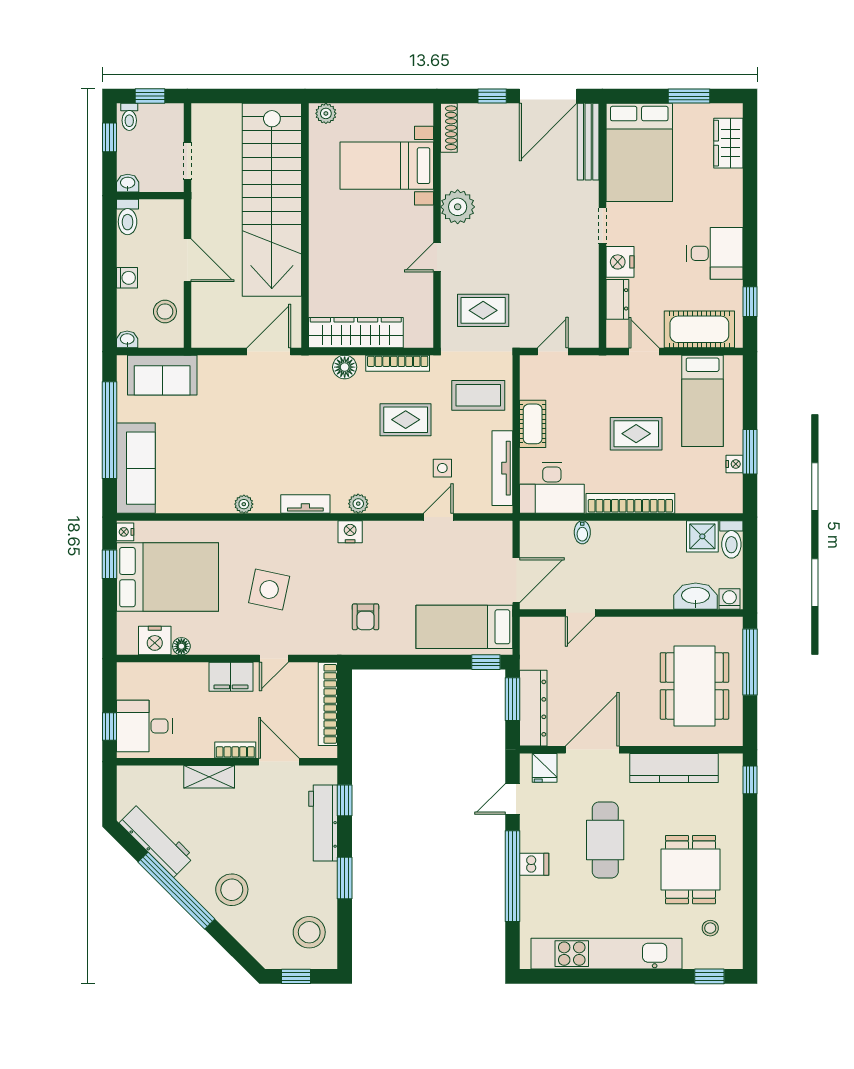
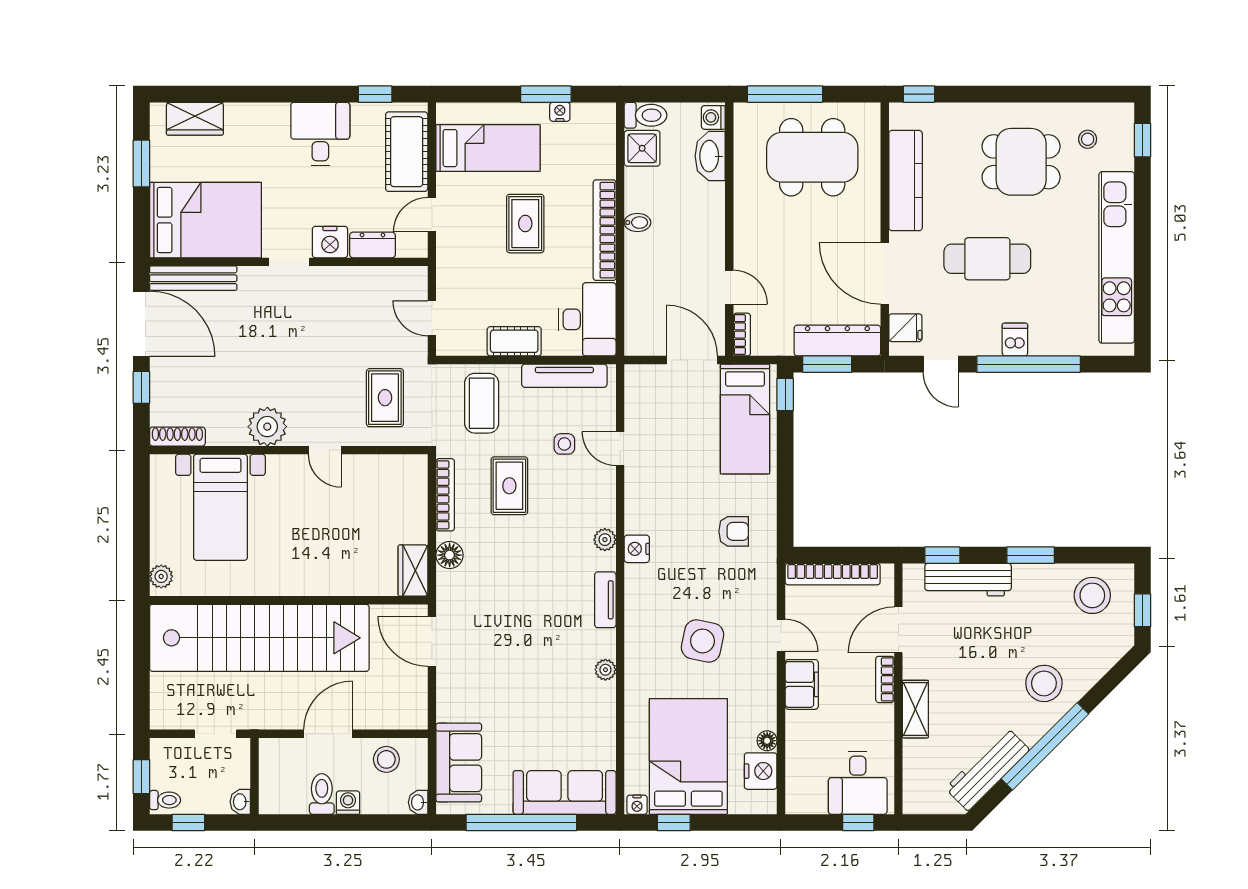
toilet: (128, 217) -> (322, 794), moved, turned -90
wardrobe: (356, 333) -> (413, 571), width x0.48, depth x0.85
bidet: (582, 532) -> (637, 223), moved
bookcase: (539, 624) -> (742, 335), added

